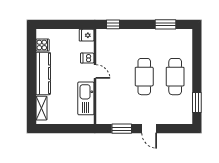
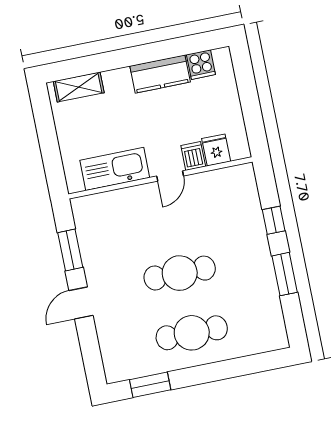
window: (113, 24) -> (274, 220), moved
window: (165, 24) -> (285, 274), moved
fridge: (87, 35) -> (216, 150), moved
kitchen counter: (43, 73) -> (160, 74), width x0.67

